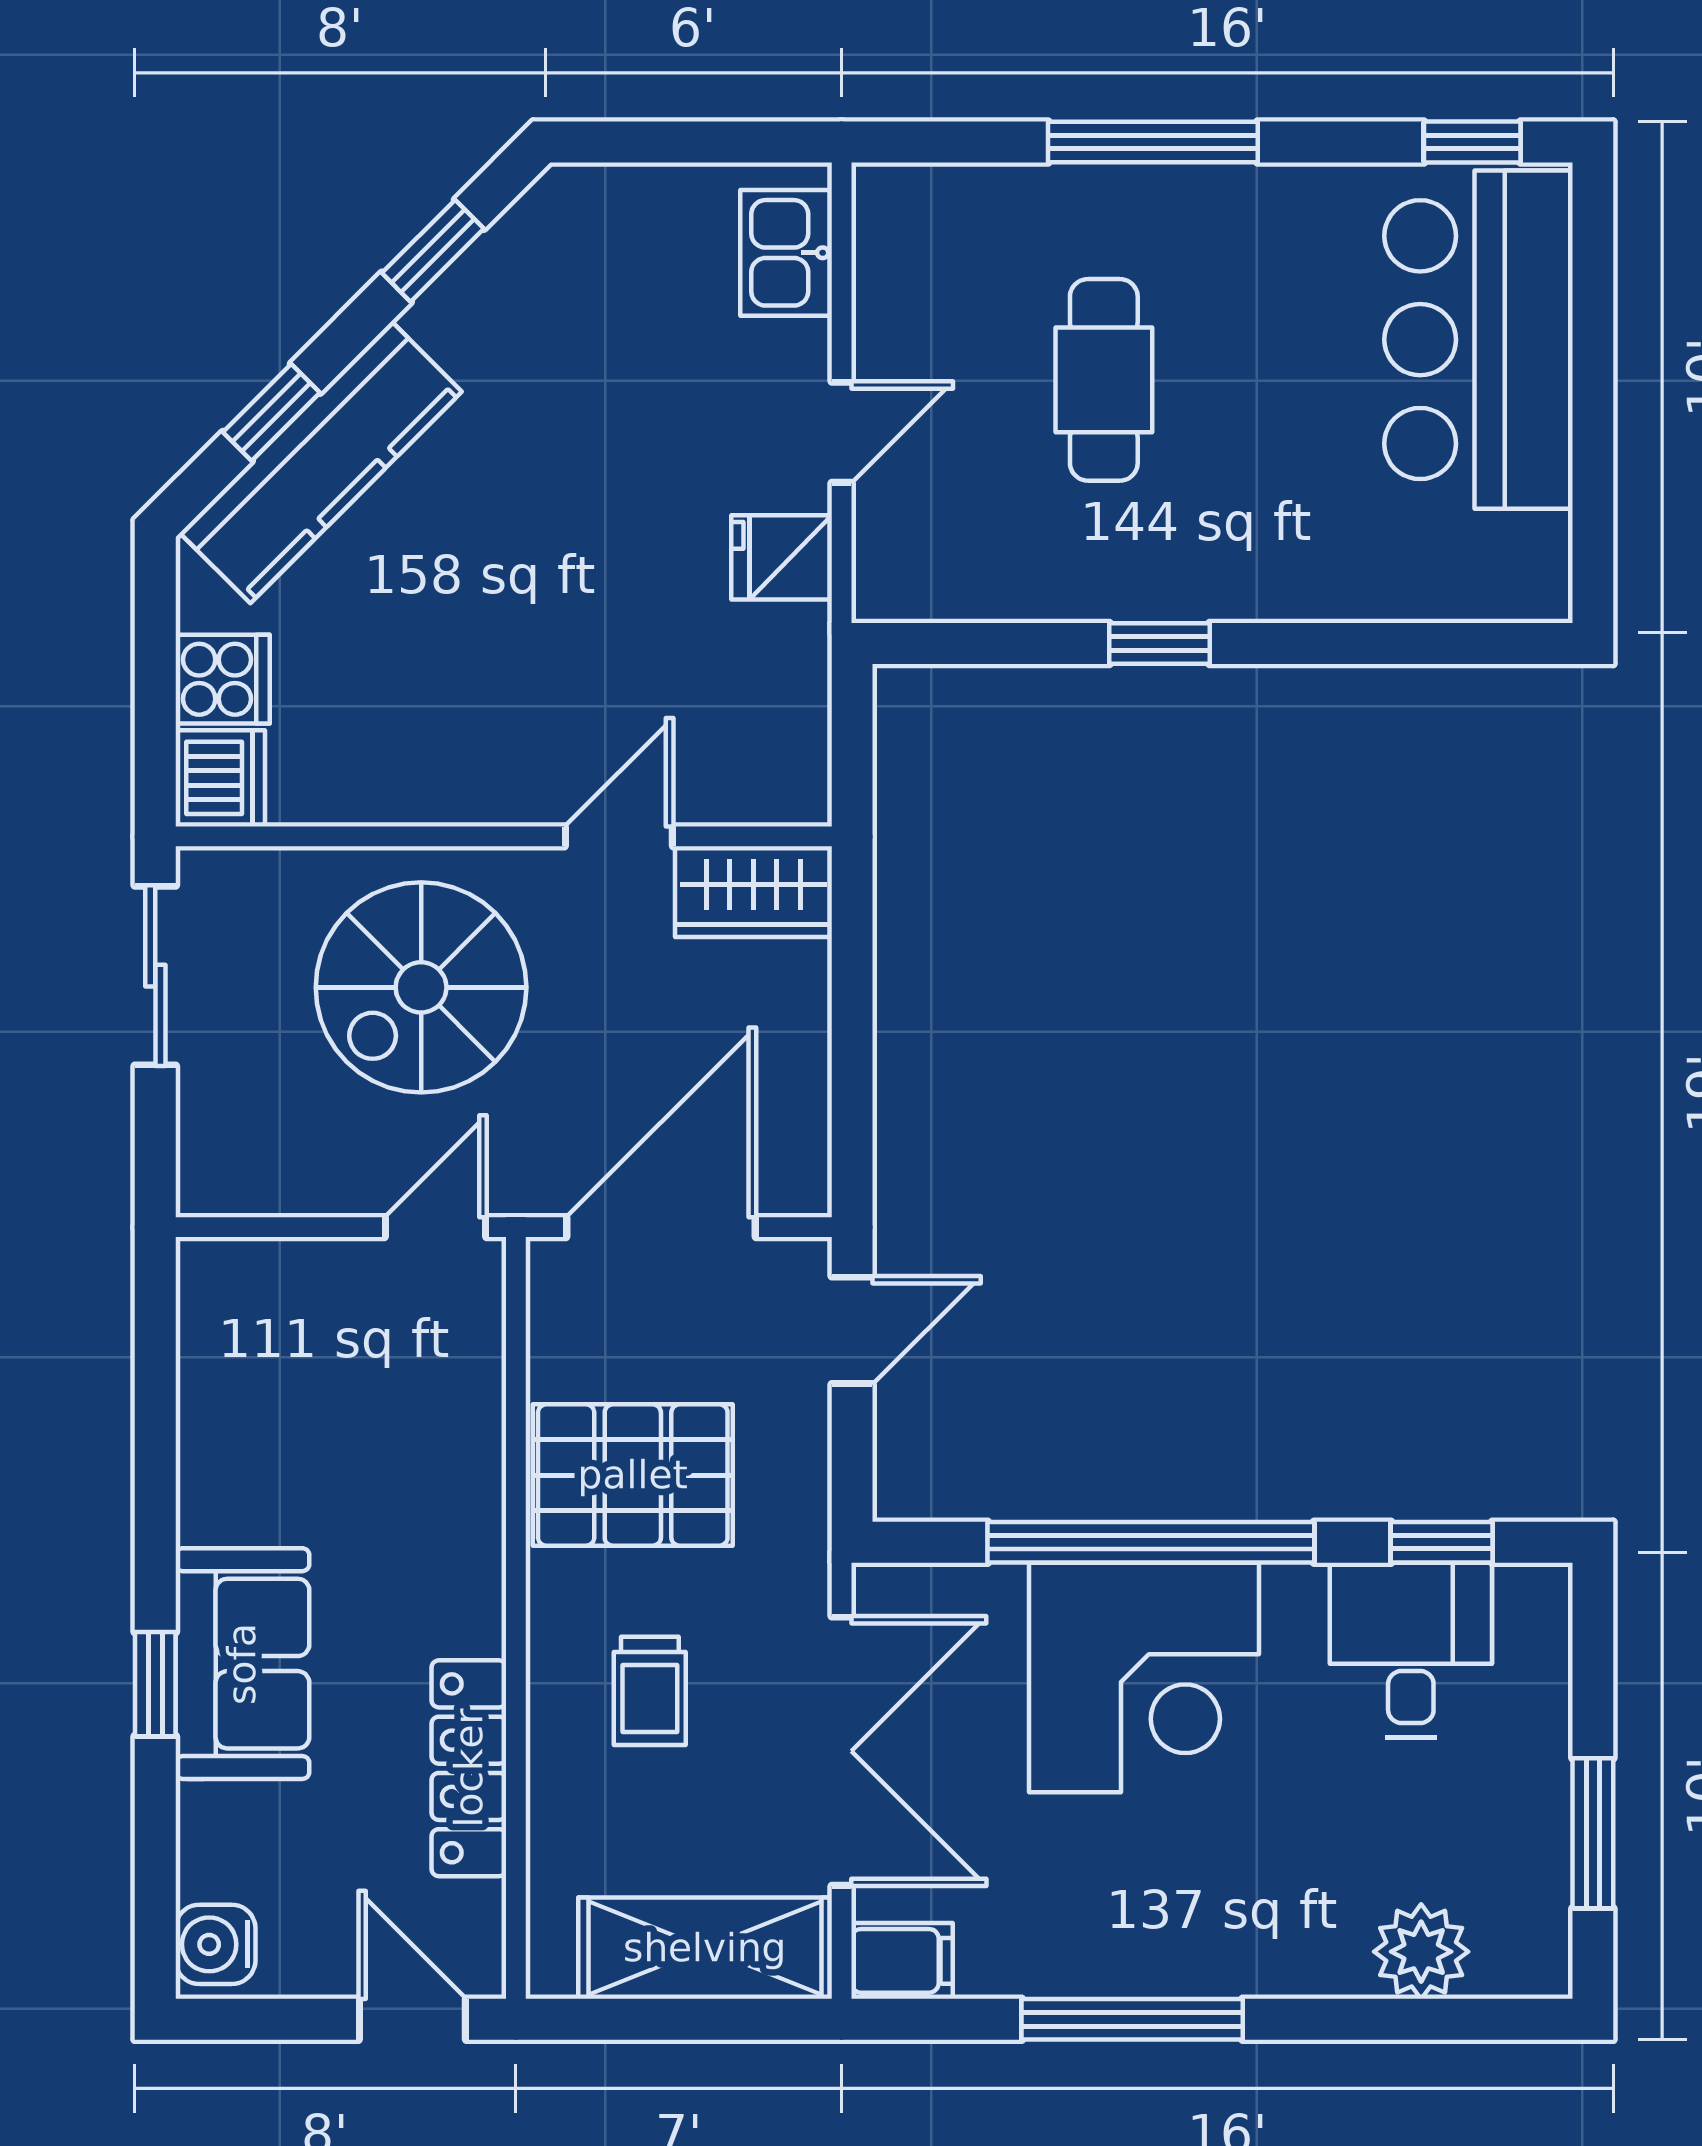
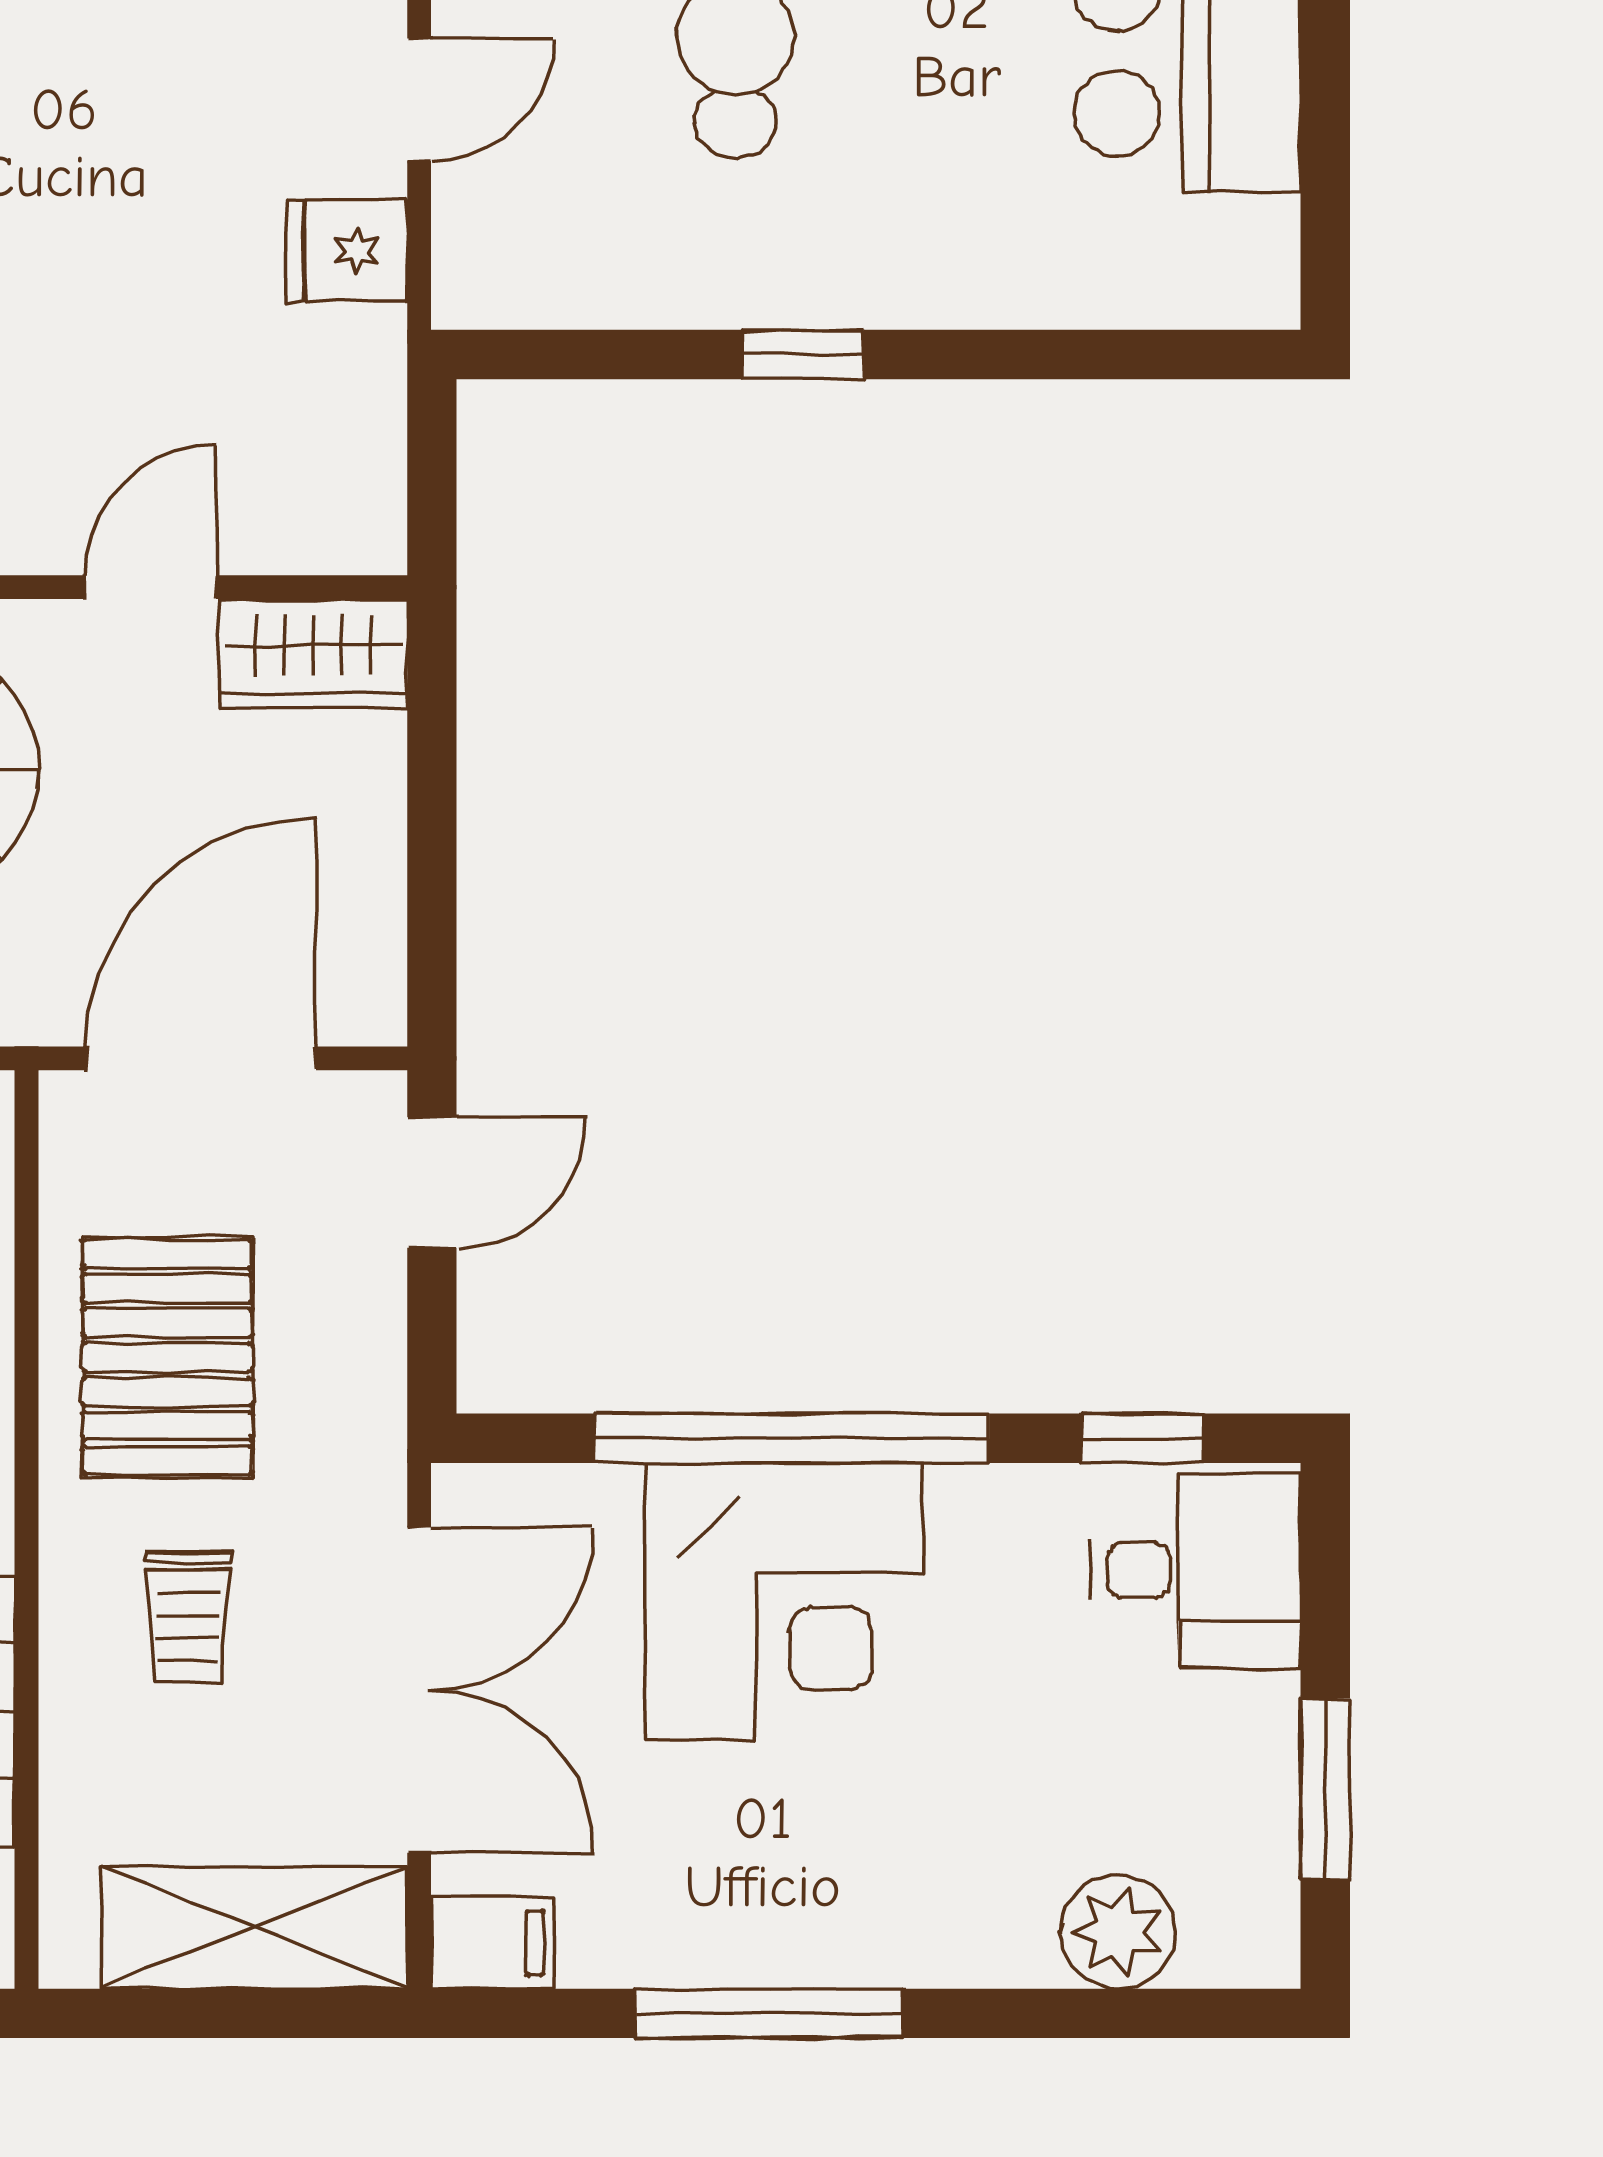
pallet: (633, 1475) -> (167, 1357), turned 90
desk: (1411, 1650) -> (1195, 1570), moved, turned 90

